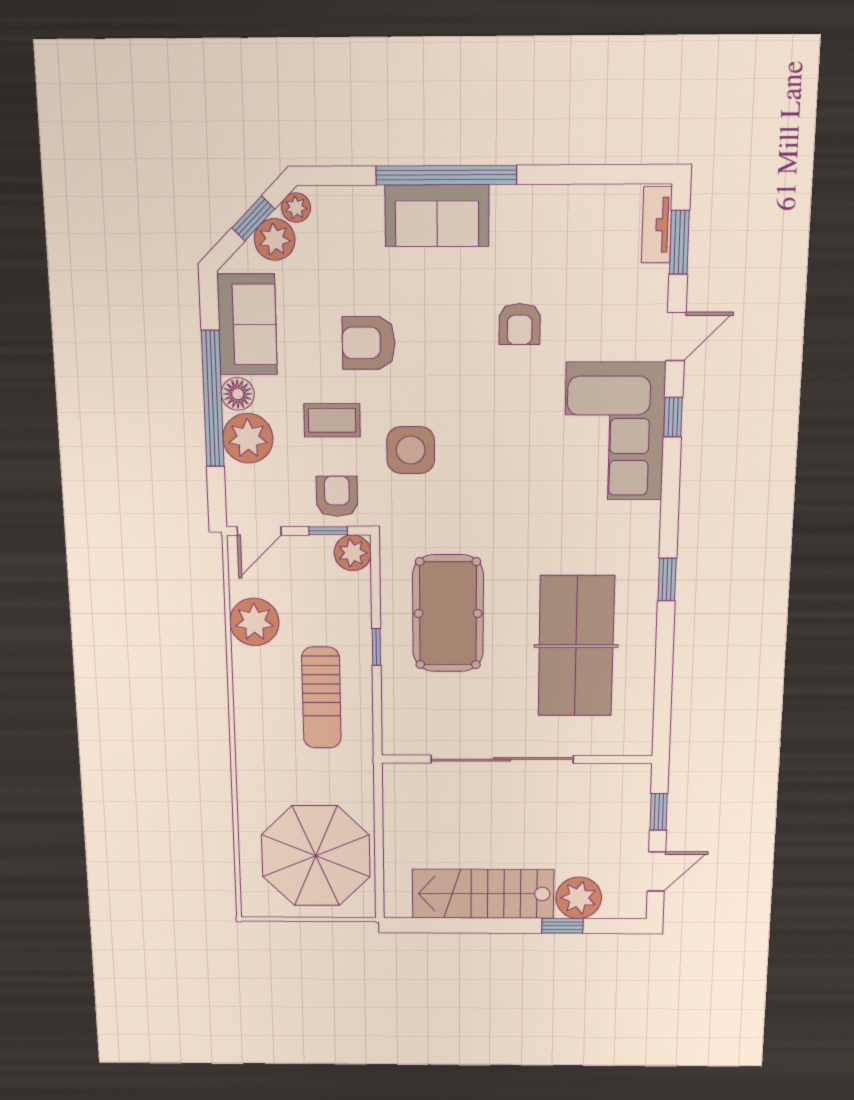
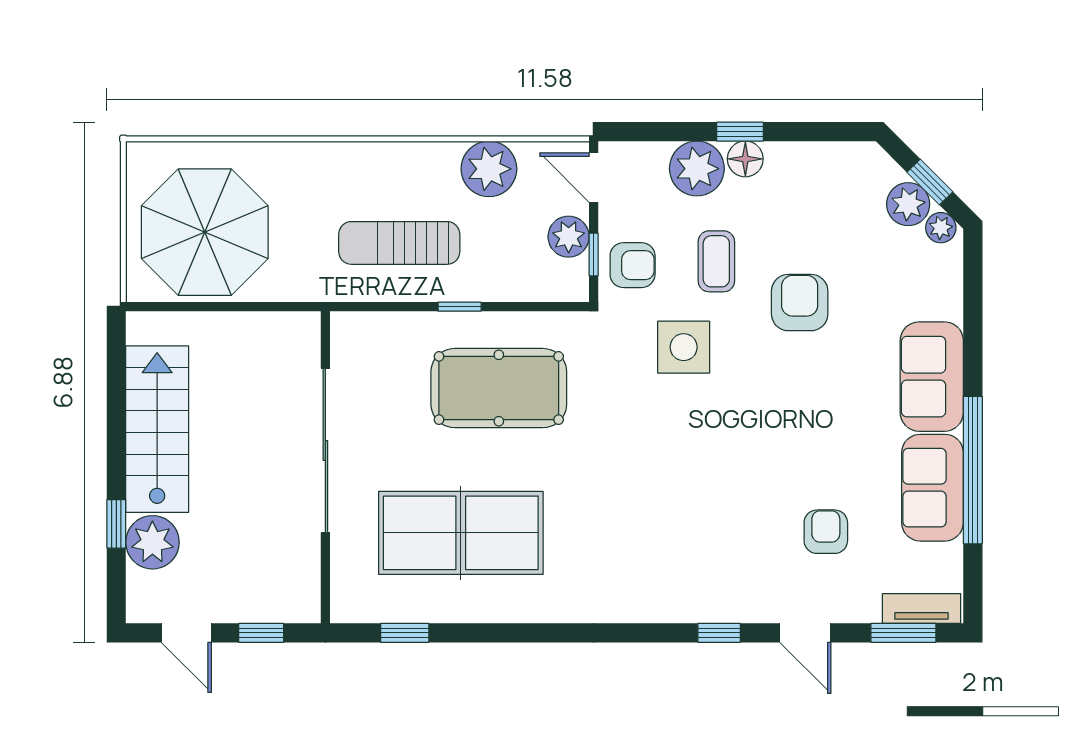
window: (446, 175) -> (973, 470), moved
sofa: (247, 324) -> (933, 488), moved, turned 90
armchair: (520, 324) -> (826, 532), moved, turned 90
window: (213, 399) -> (740, 132), width x0.32
corner sofa: (614, 432) -> (703, 570), removed
plant: (353, 553) -> (569, 237), moved
window: (667, 580) -> (405, 633), moved

